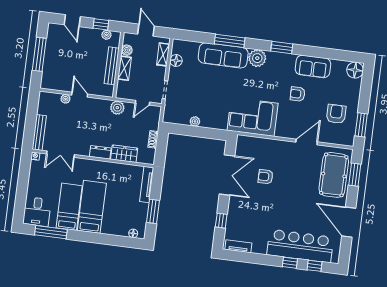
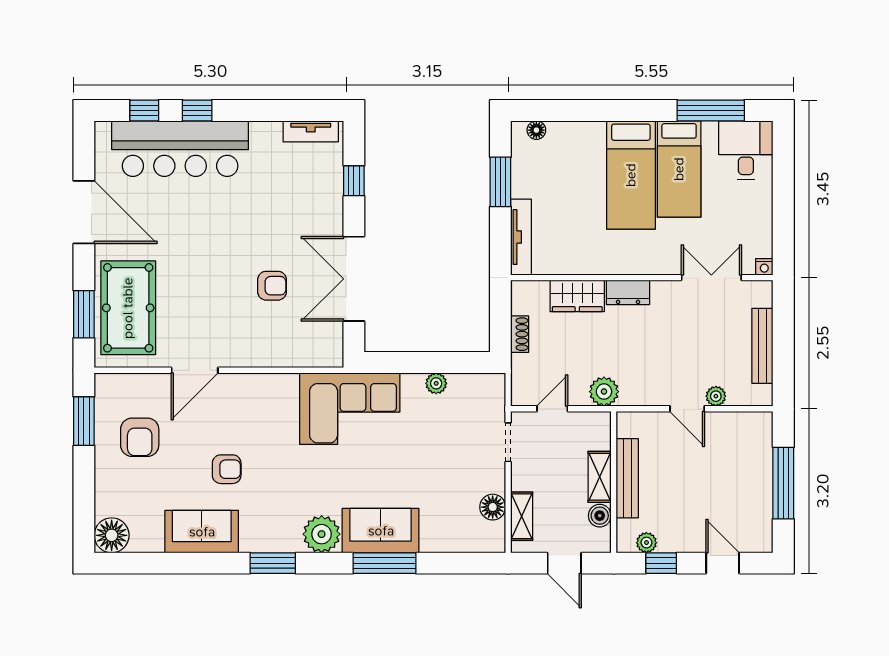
sofa: (223, 55) -> (381, 531), width x0.73
corner sofa: (253, 117) -> (350, 409), moved
bench: (39, 133) -> (762, 346), moved

